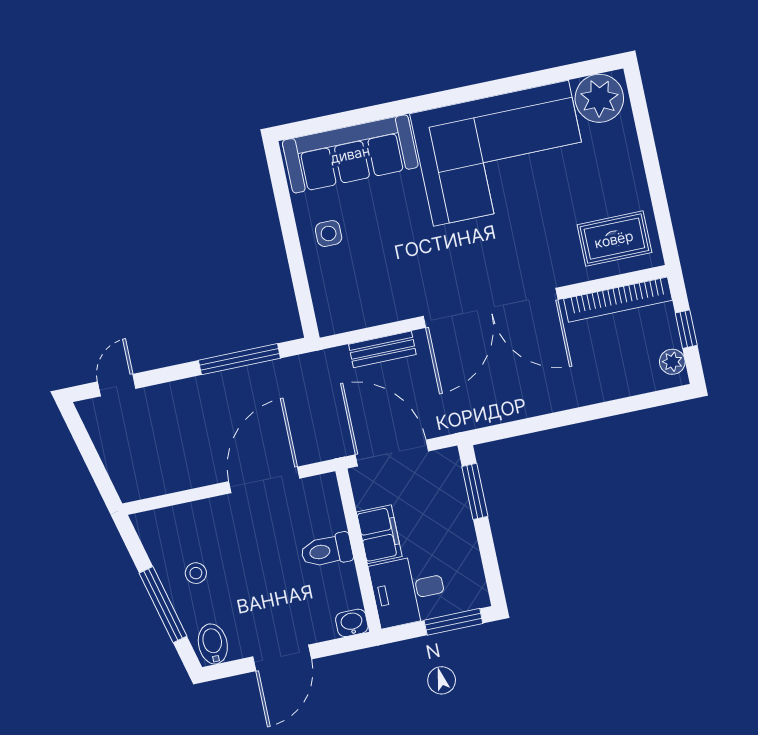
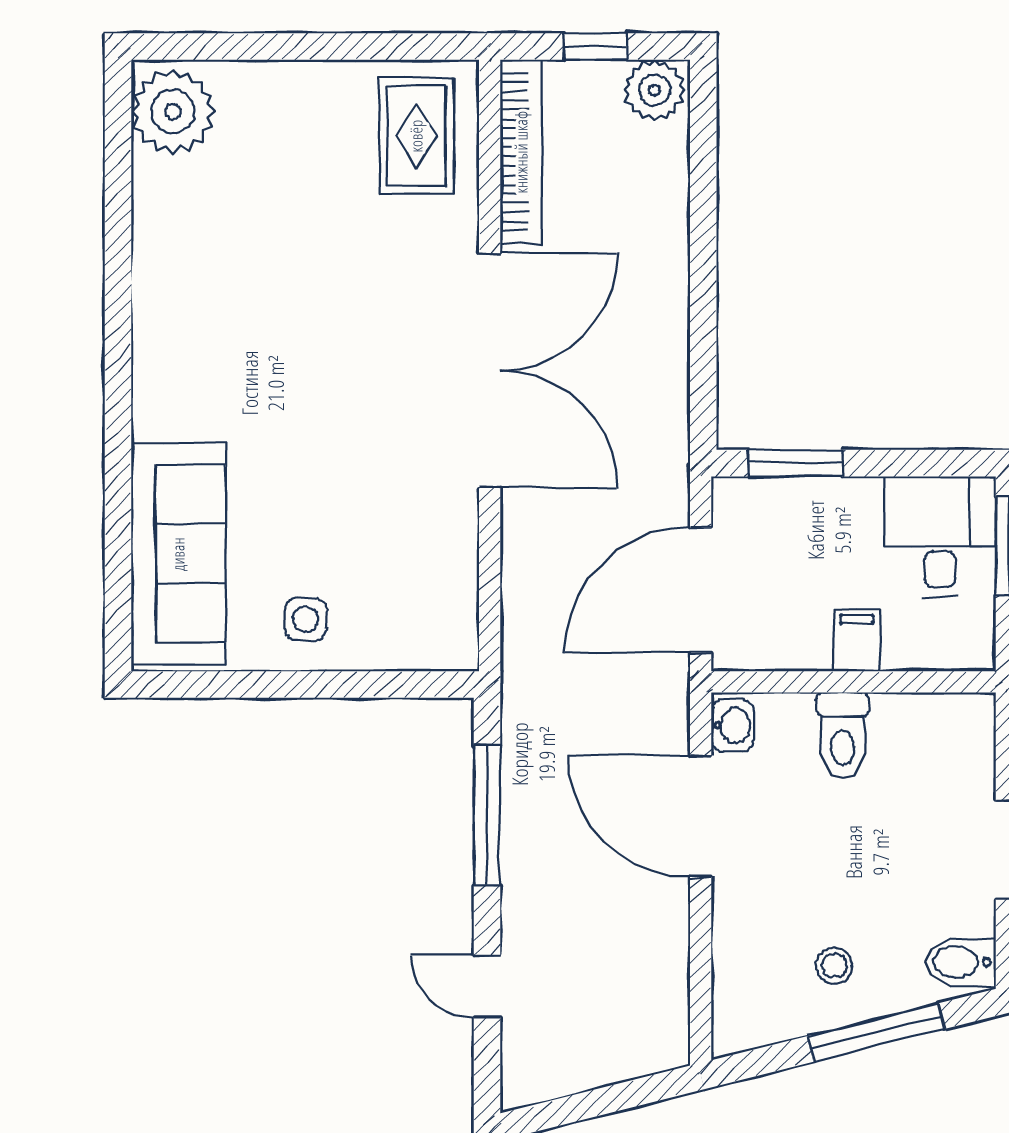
corner sofa: (501, 153) -> (231, 298), removed
bench: (382, 349) -> (521, 569), removed
plant: (672, 362) -> (654, 90), width x1.38, depth x1.38
door: (117, 385) -> (487, 986), moved
filing cabinet: (379, 534) -> (857, 641), width x0.50
desk: (408, 591) -> (940, 536), moved, turned 180
washbasin: (352, 623) -> (732, 726), moved, turned 180

